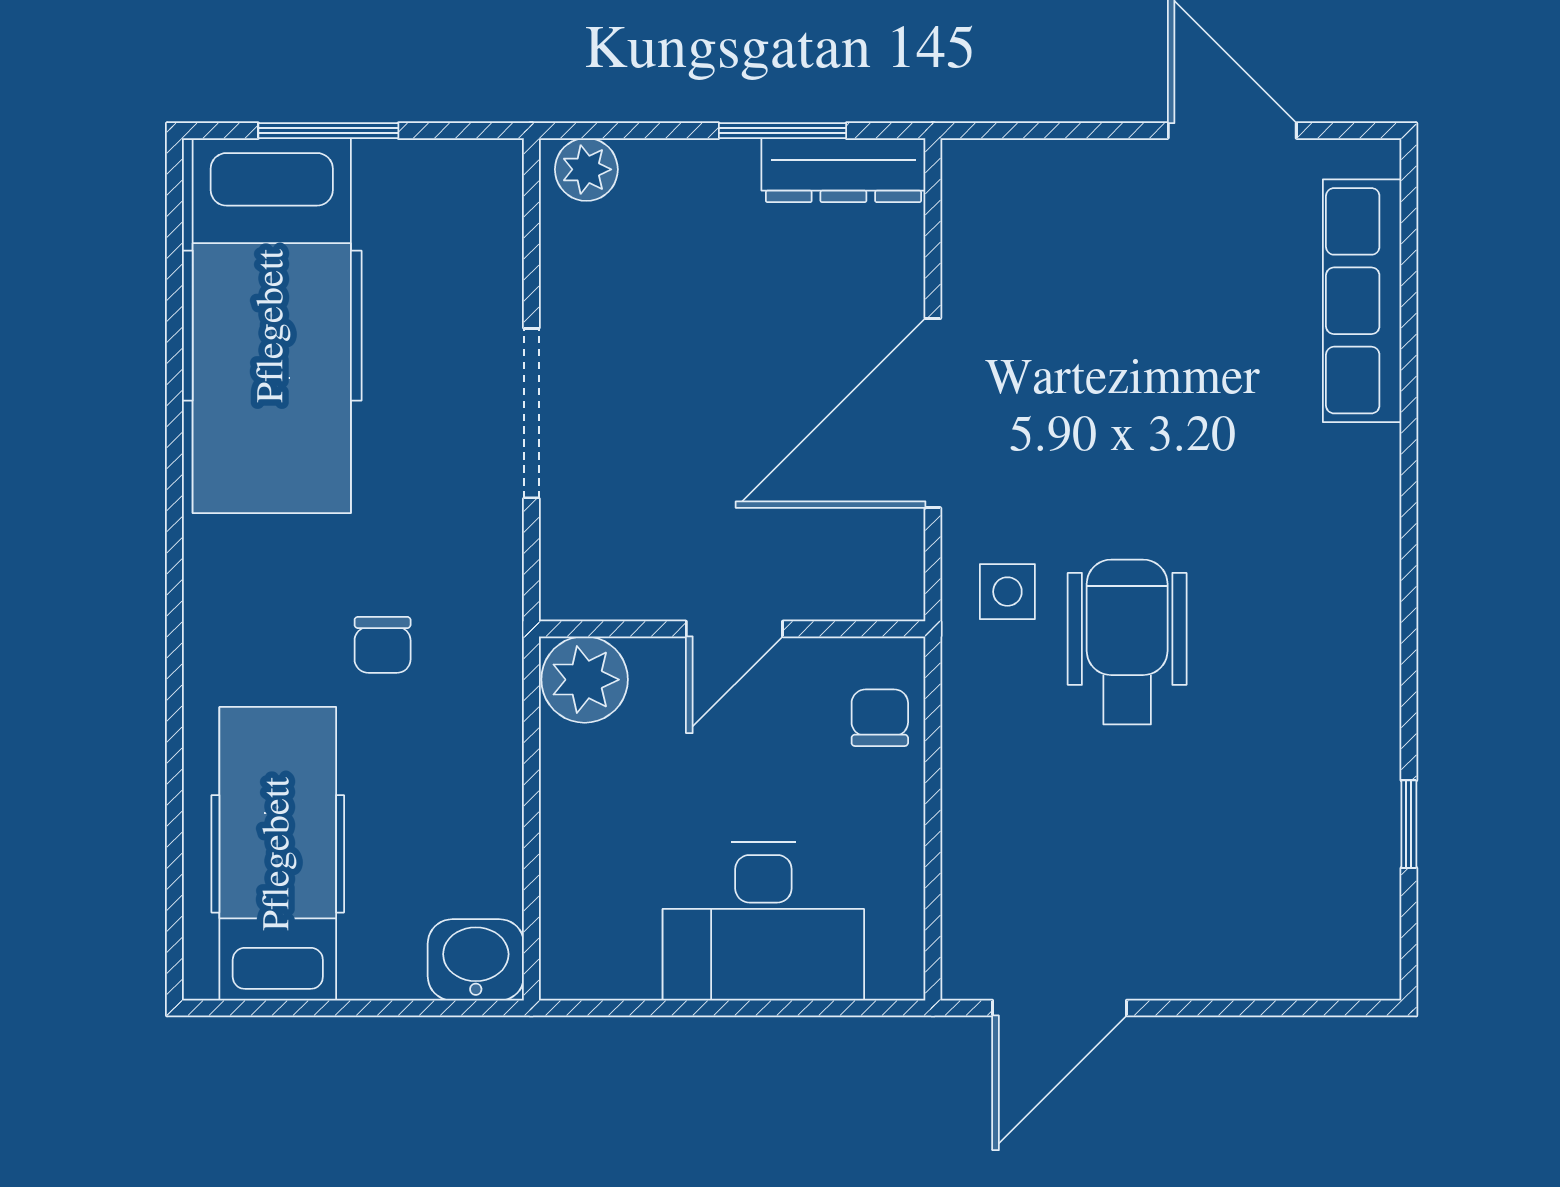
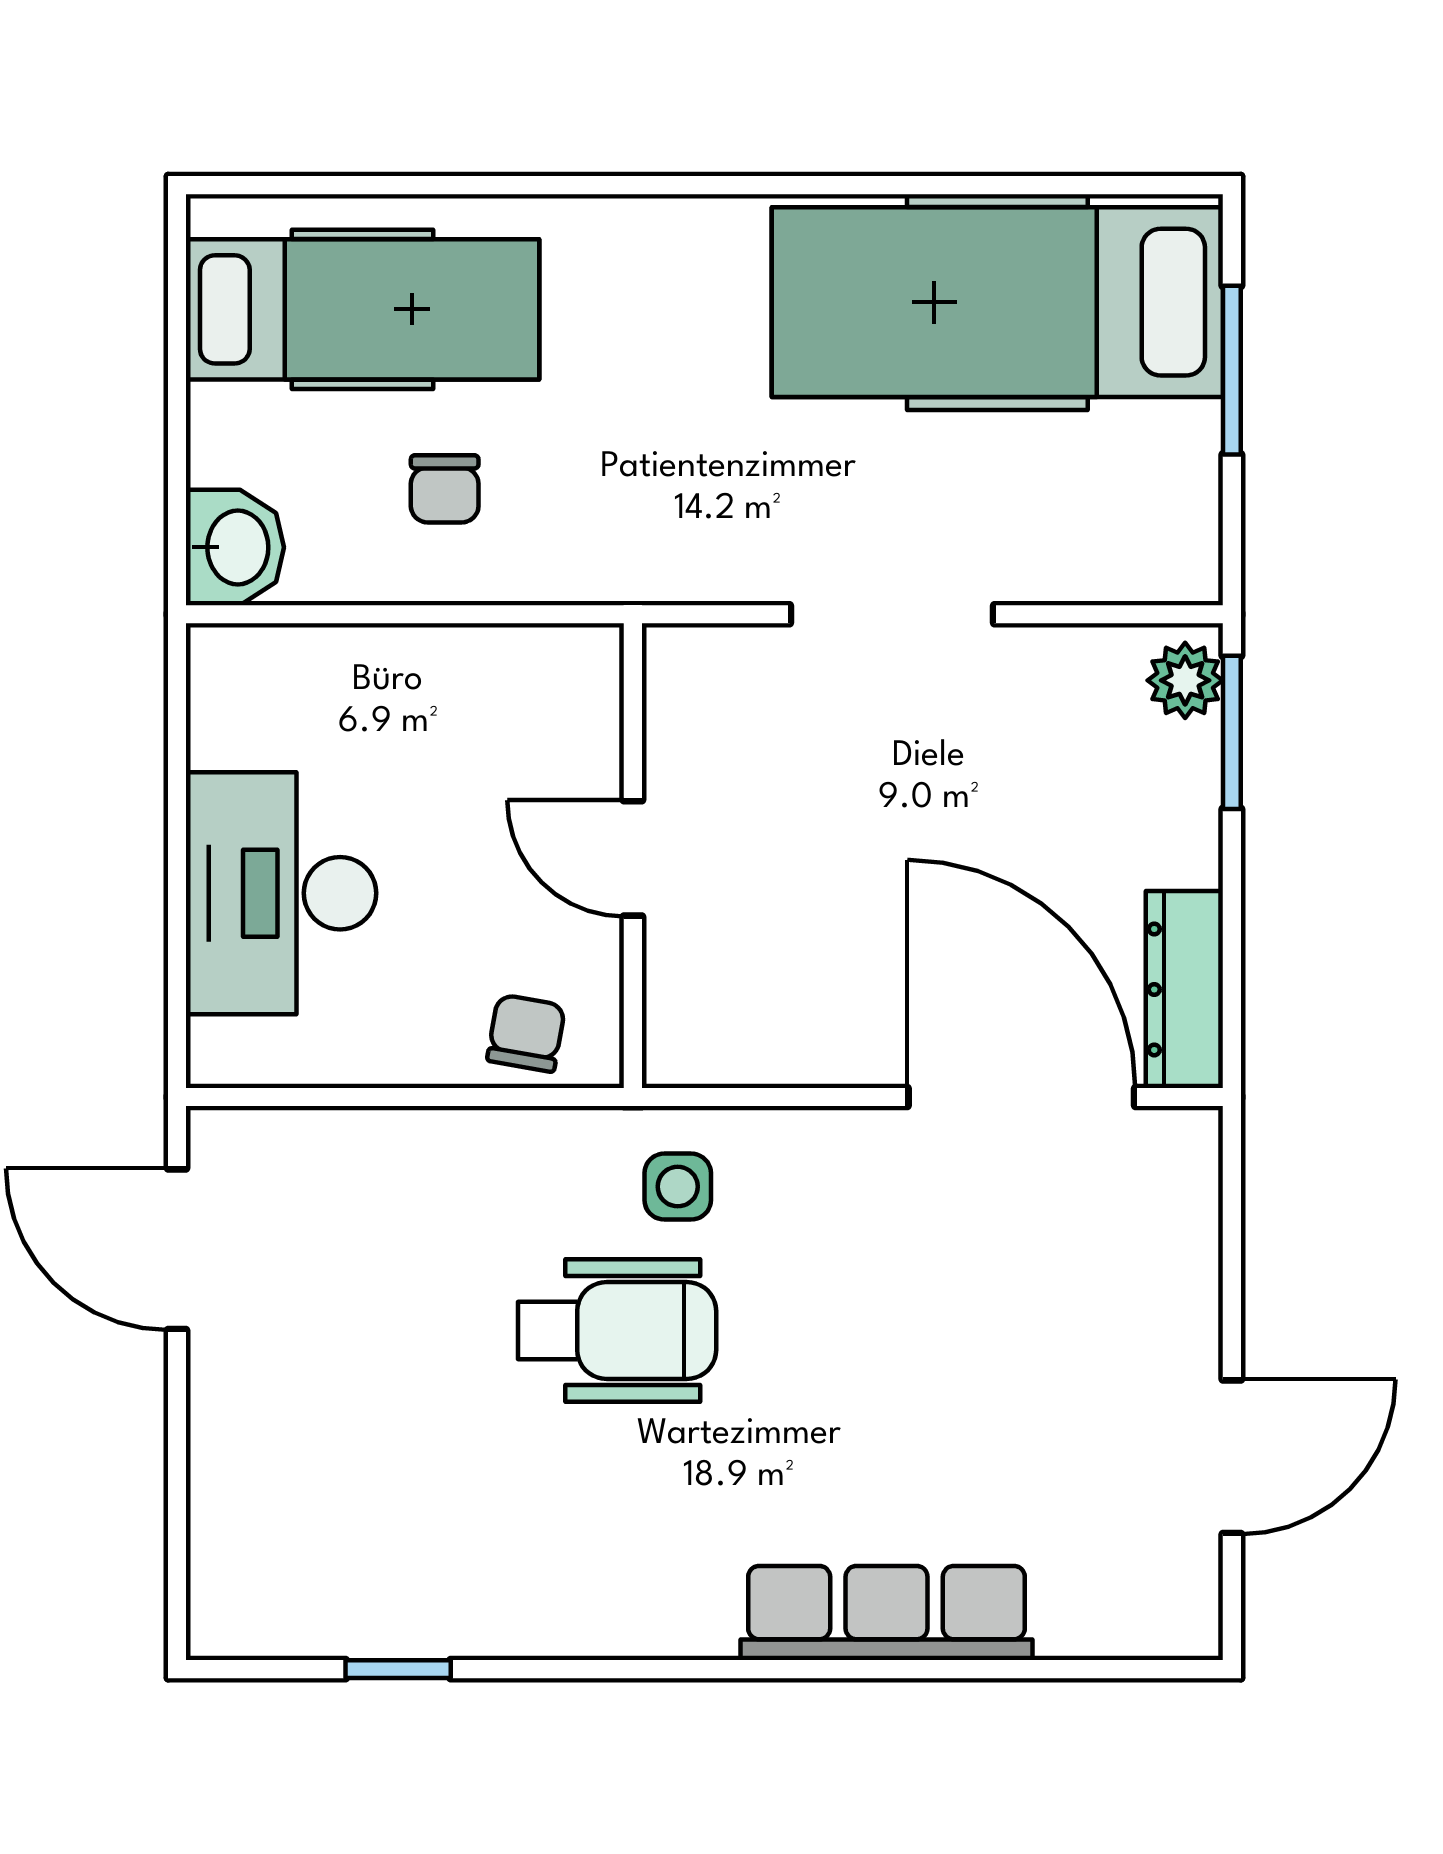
window: (782, 131) -> (1232, 732), moved
row of seats: (1362, 301) -> (887, 1613), moved
door: (933, 413) -> (1021, 1097), moved
chair: (383, 645) -> (445, 489), moved, turned -90
plant: (585, 680) -> (572, 678), removed
chair: (880, 718) -> (526, 1033), turned -80

